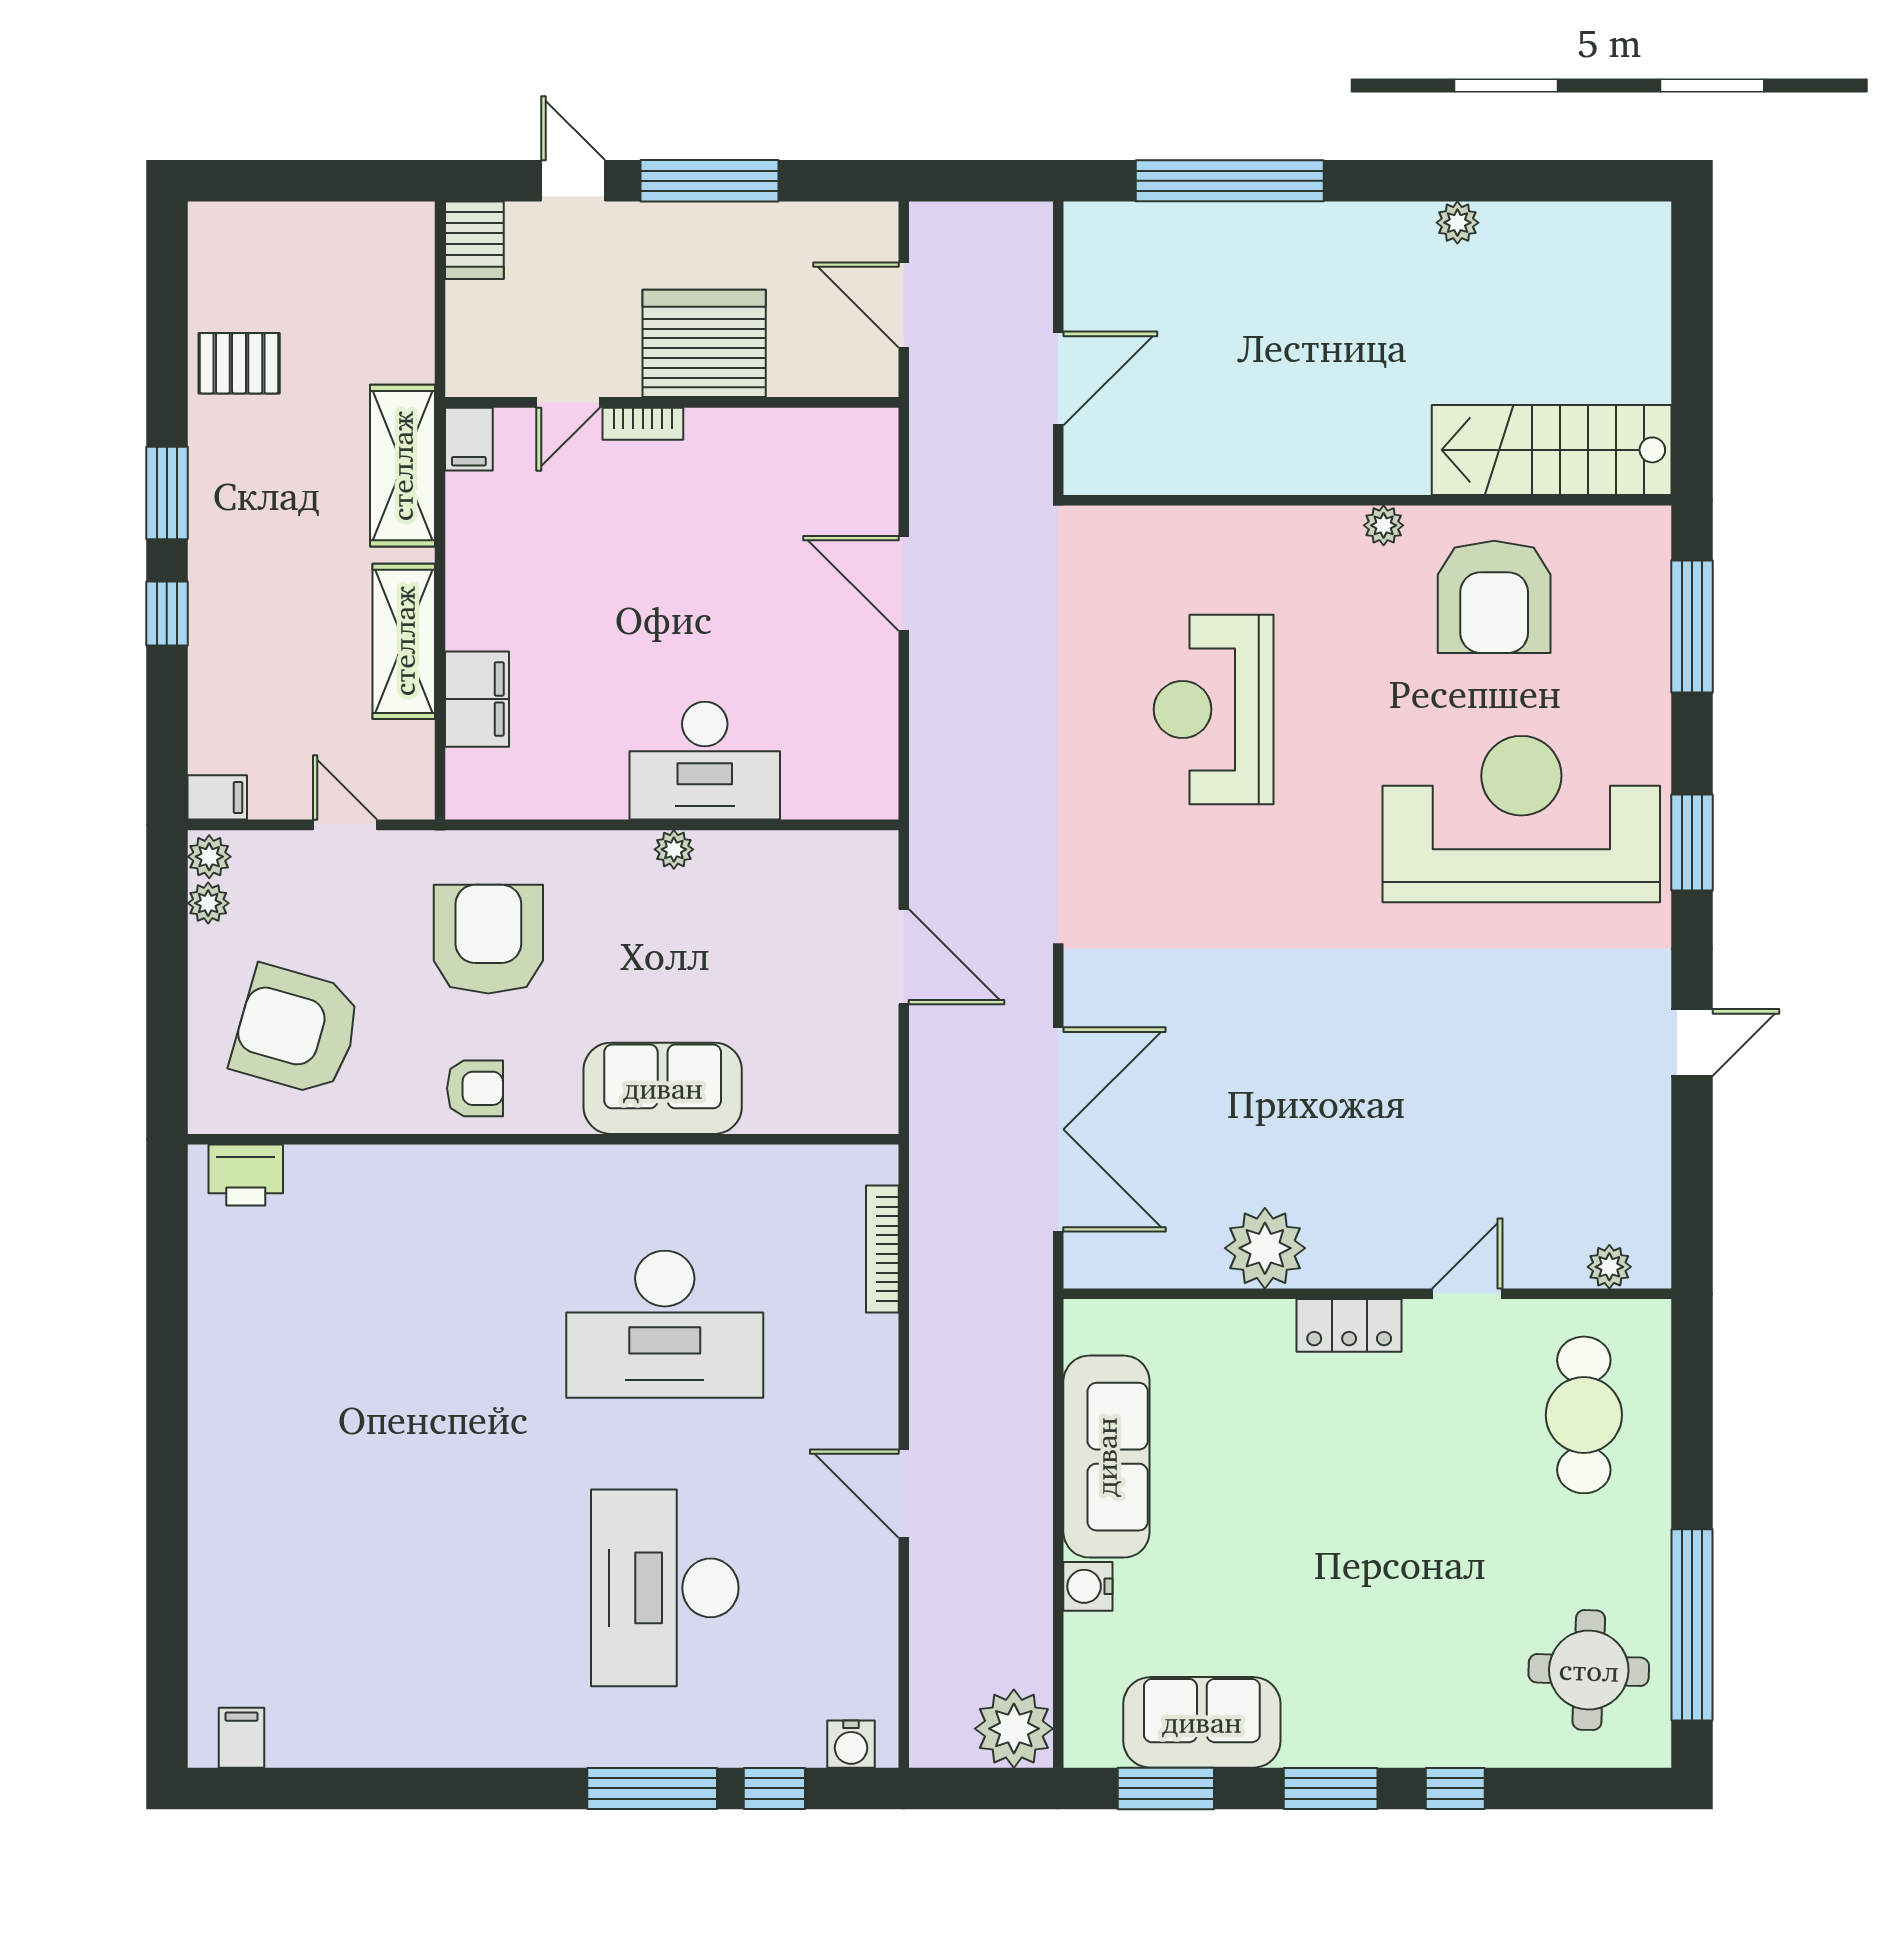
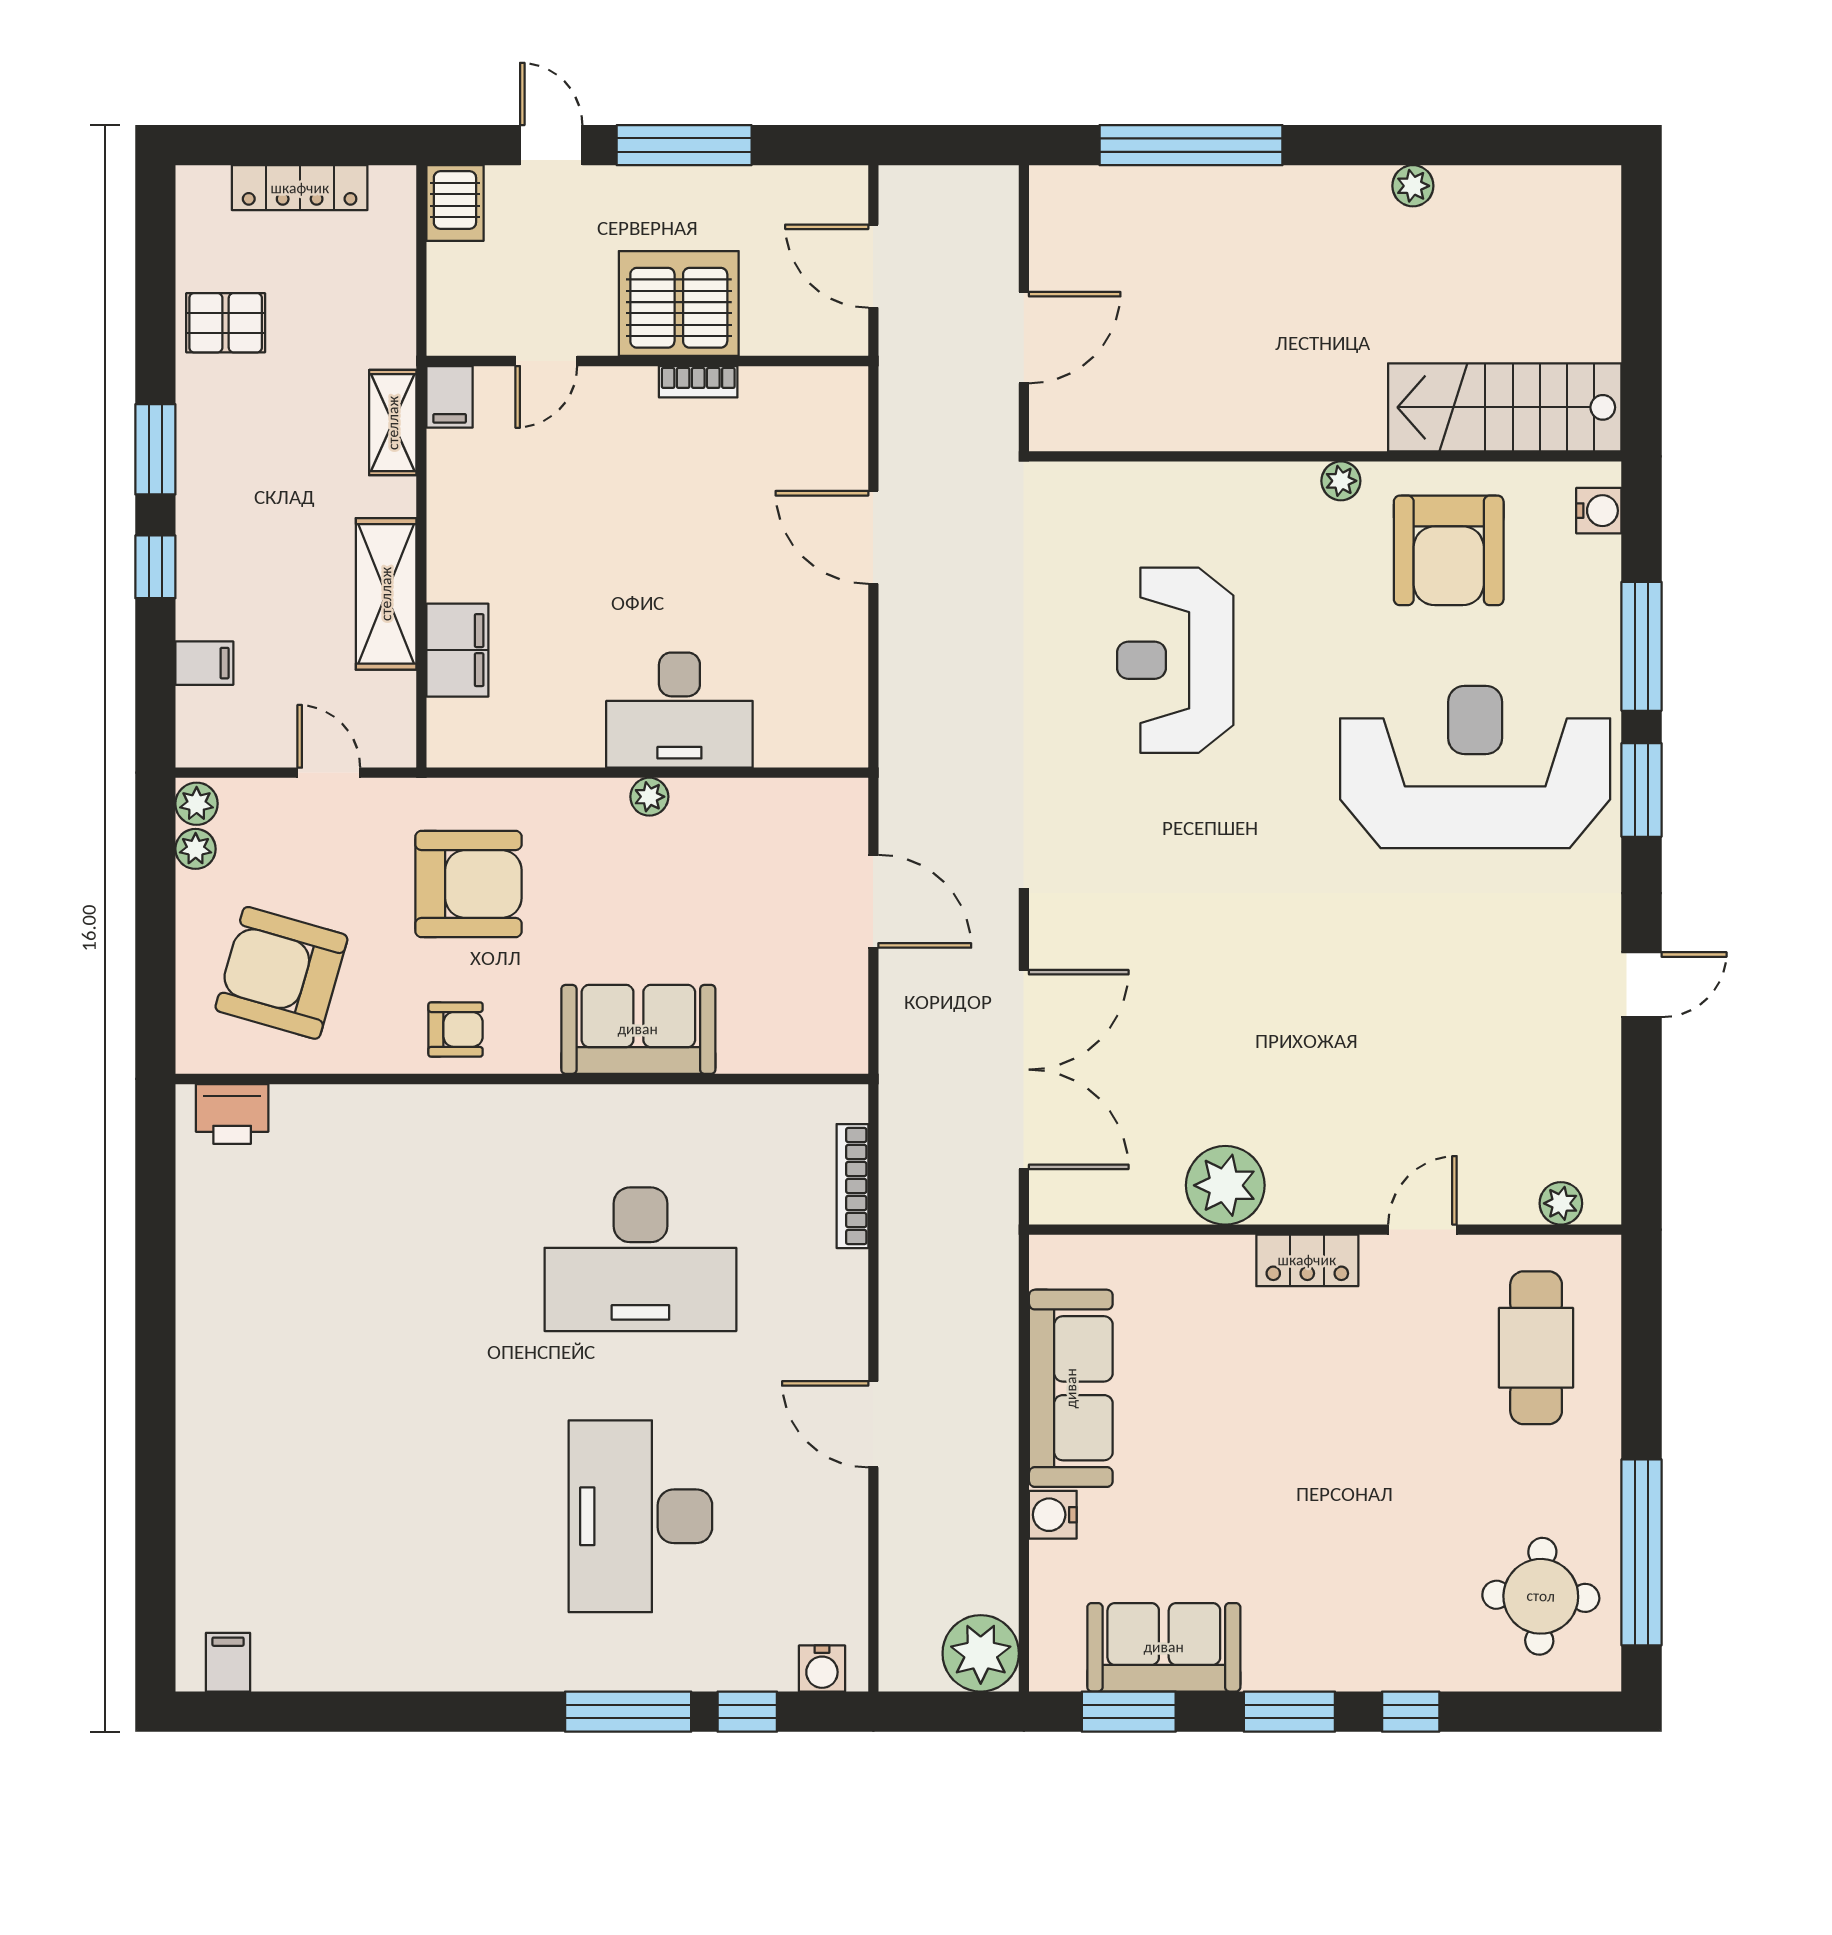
locker: (315, 224) -> (300, 188), added
bookcase: (643, 424) -> (698, 382), moved
shelving: (402, 466) -> (393, 423), width x0.67, depth x0.75
water cooler: (1648, 556) -> (1599, 511), added
window: (1692, 626) -> (1642, 646), moved
filing cabinet: (217, 797) -> (204, 663), moved
armchair: (488, 939) -> (469, 884), turned 90

